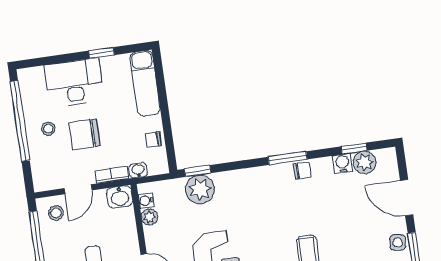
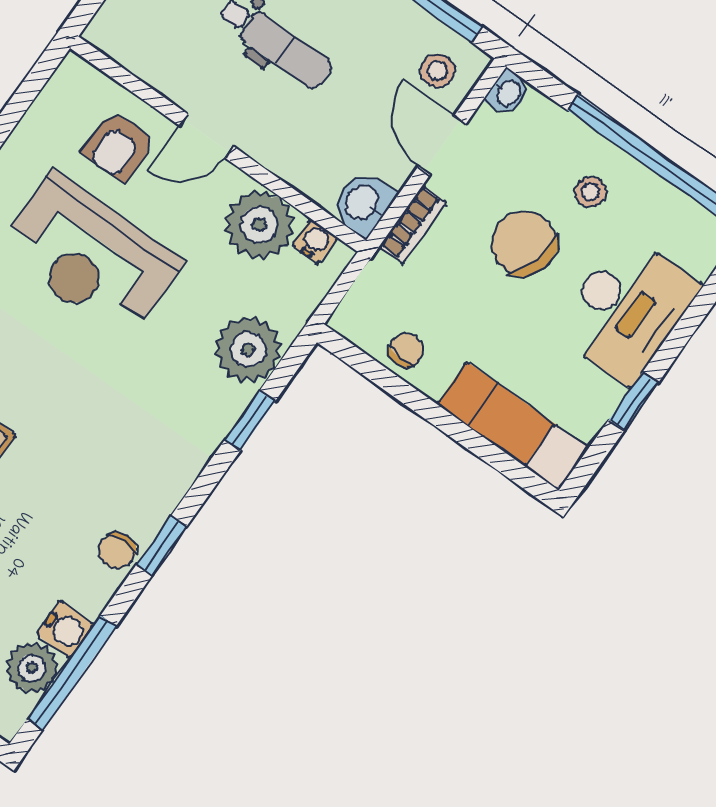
chair: (85, 134) -> (524, 244), turned -75
window: (354, 148) -> (72, 672), width x2.17
window: (288, 158) -> (161, 546), width x0.67
washbasin: (138, 170) -> (508, 93), moved
window: (198, 171) -> (250, 421), moved
plant: (149, 217) -> (259, 225), width x1.87, depth x1.87

